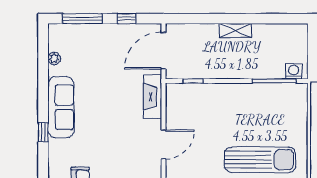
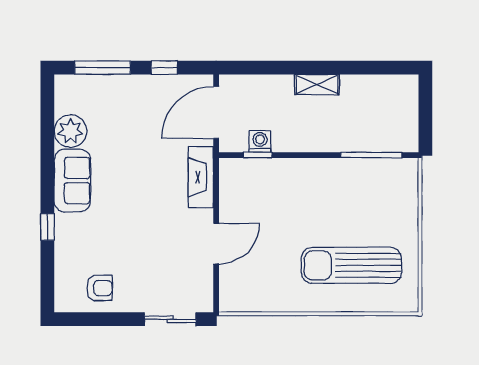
plant: (54, 58) -> (70, 131), width x1.88, depth x1.88
washing machine: (294, 71) -> (260, 142), moved
sofa: (61, 107) -> (72, 181), width x0.73
sun lounger: (260, 160) -> (351, 265), turned 180

